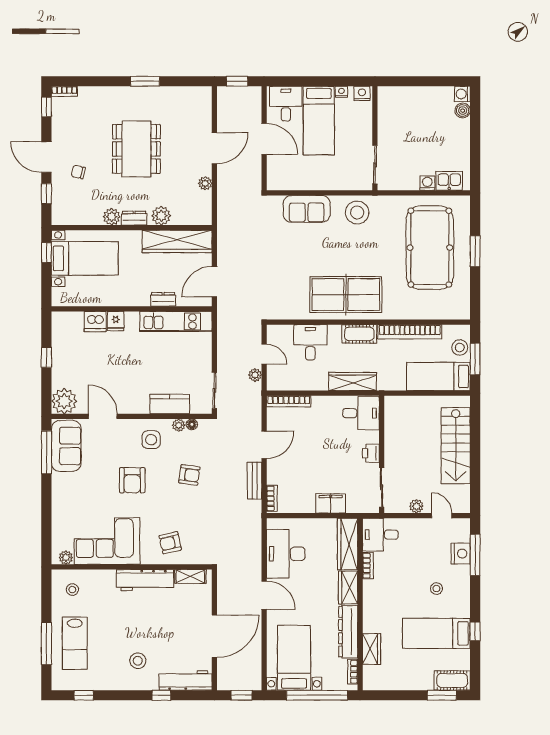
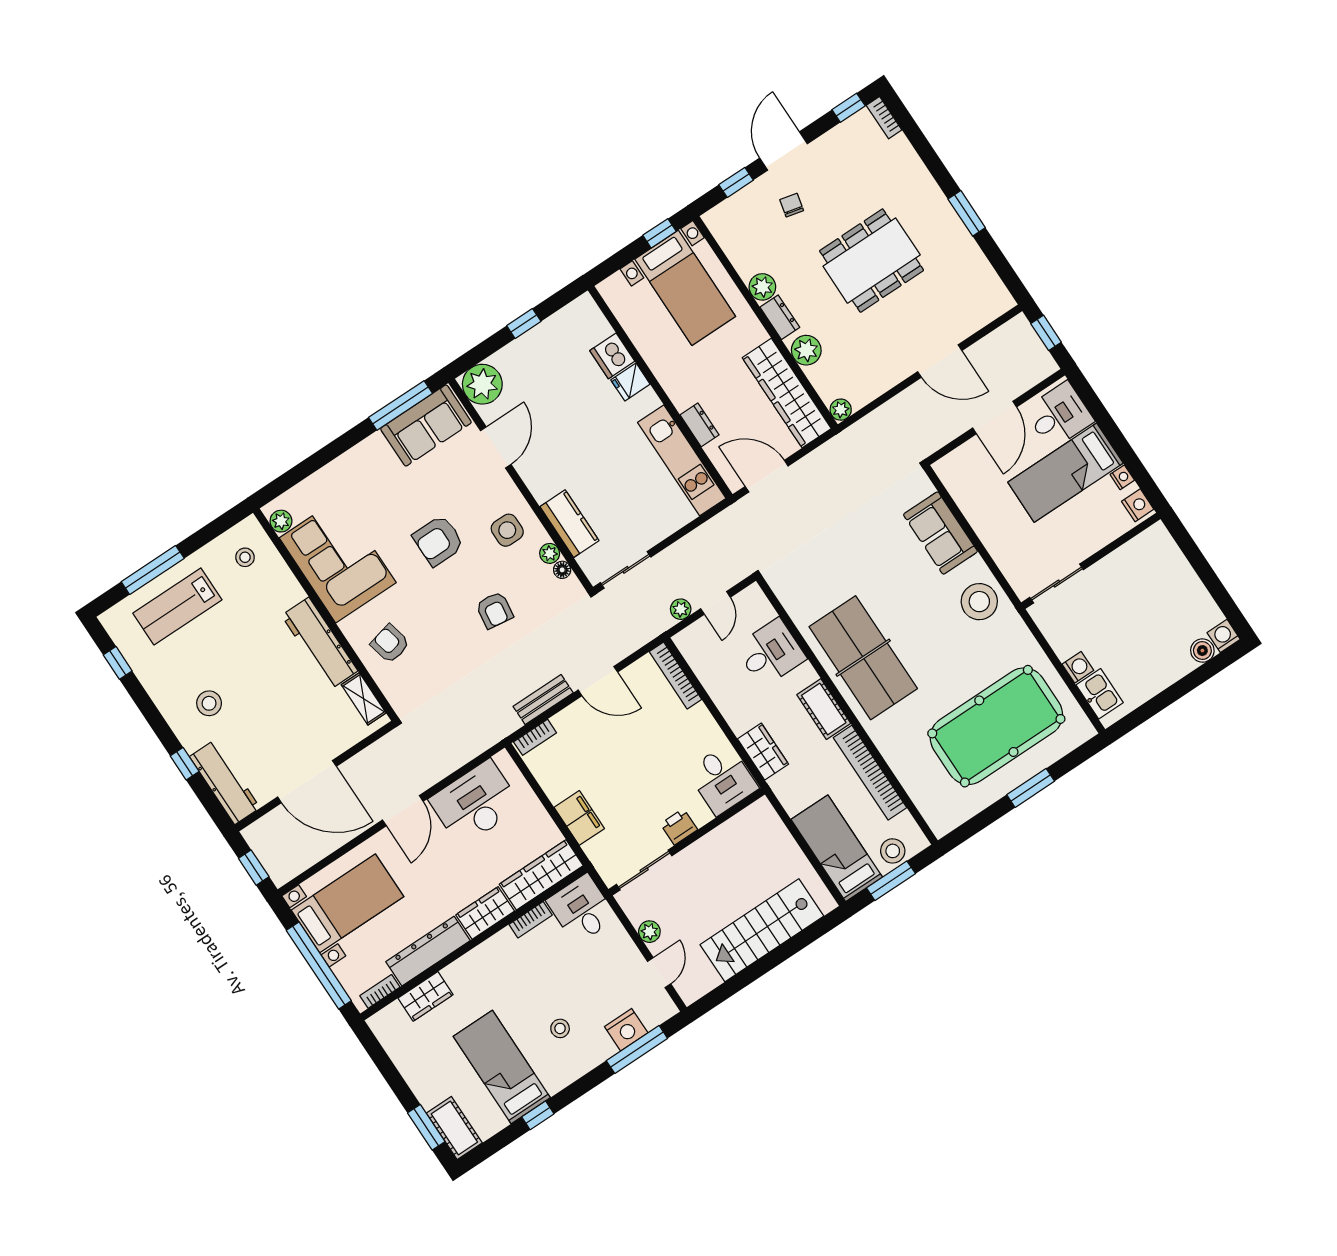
plant: (205, 183) -> (841, 410), moved
wardrobe: (353, 381) -> (763, 752), width x0.67

